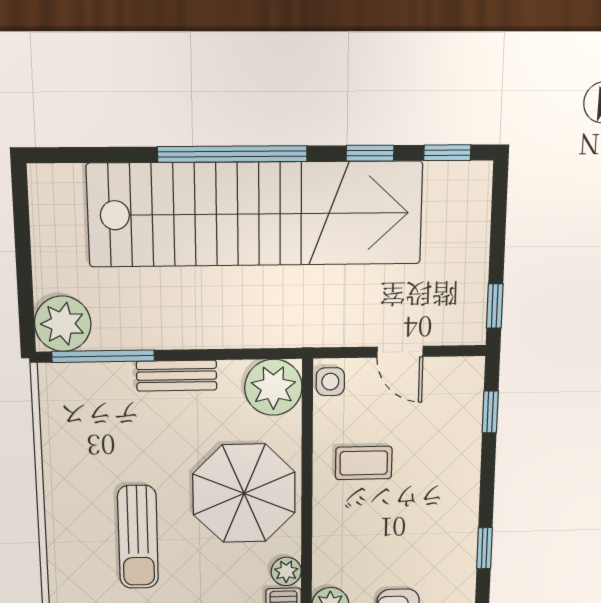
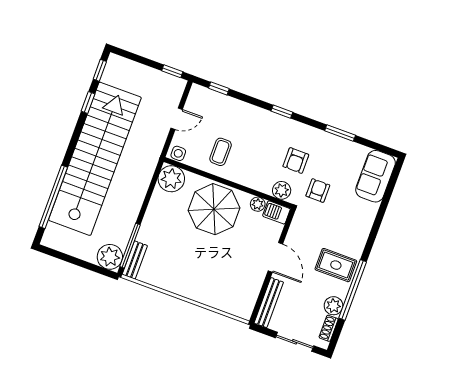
window: (232, 154) -> (53, 197), moved
bench: (177, 376) -> (135, 260), moved
sun lounger: (138, 537) -> (216, 263), removed

